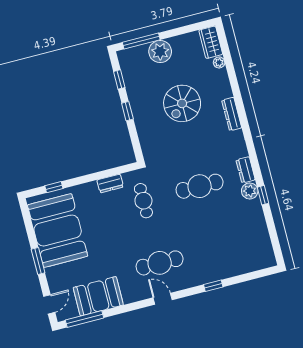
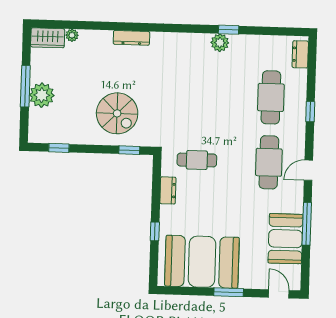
window: (141, 41) -> (25, 86), moved
spiral stairs: (182, 103) -> (117, 113), moved
window: (127, 111) -> (129, 150), moved
dresser: (246, 170) -> (300, 54), moved, turned 90
cafe table: (200, 186) -> (271, 97), moved
window: (54, 187) -> (155, 231), moved
window: (84, 319) -> (307, 224), moved

